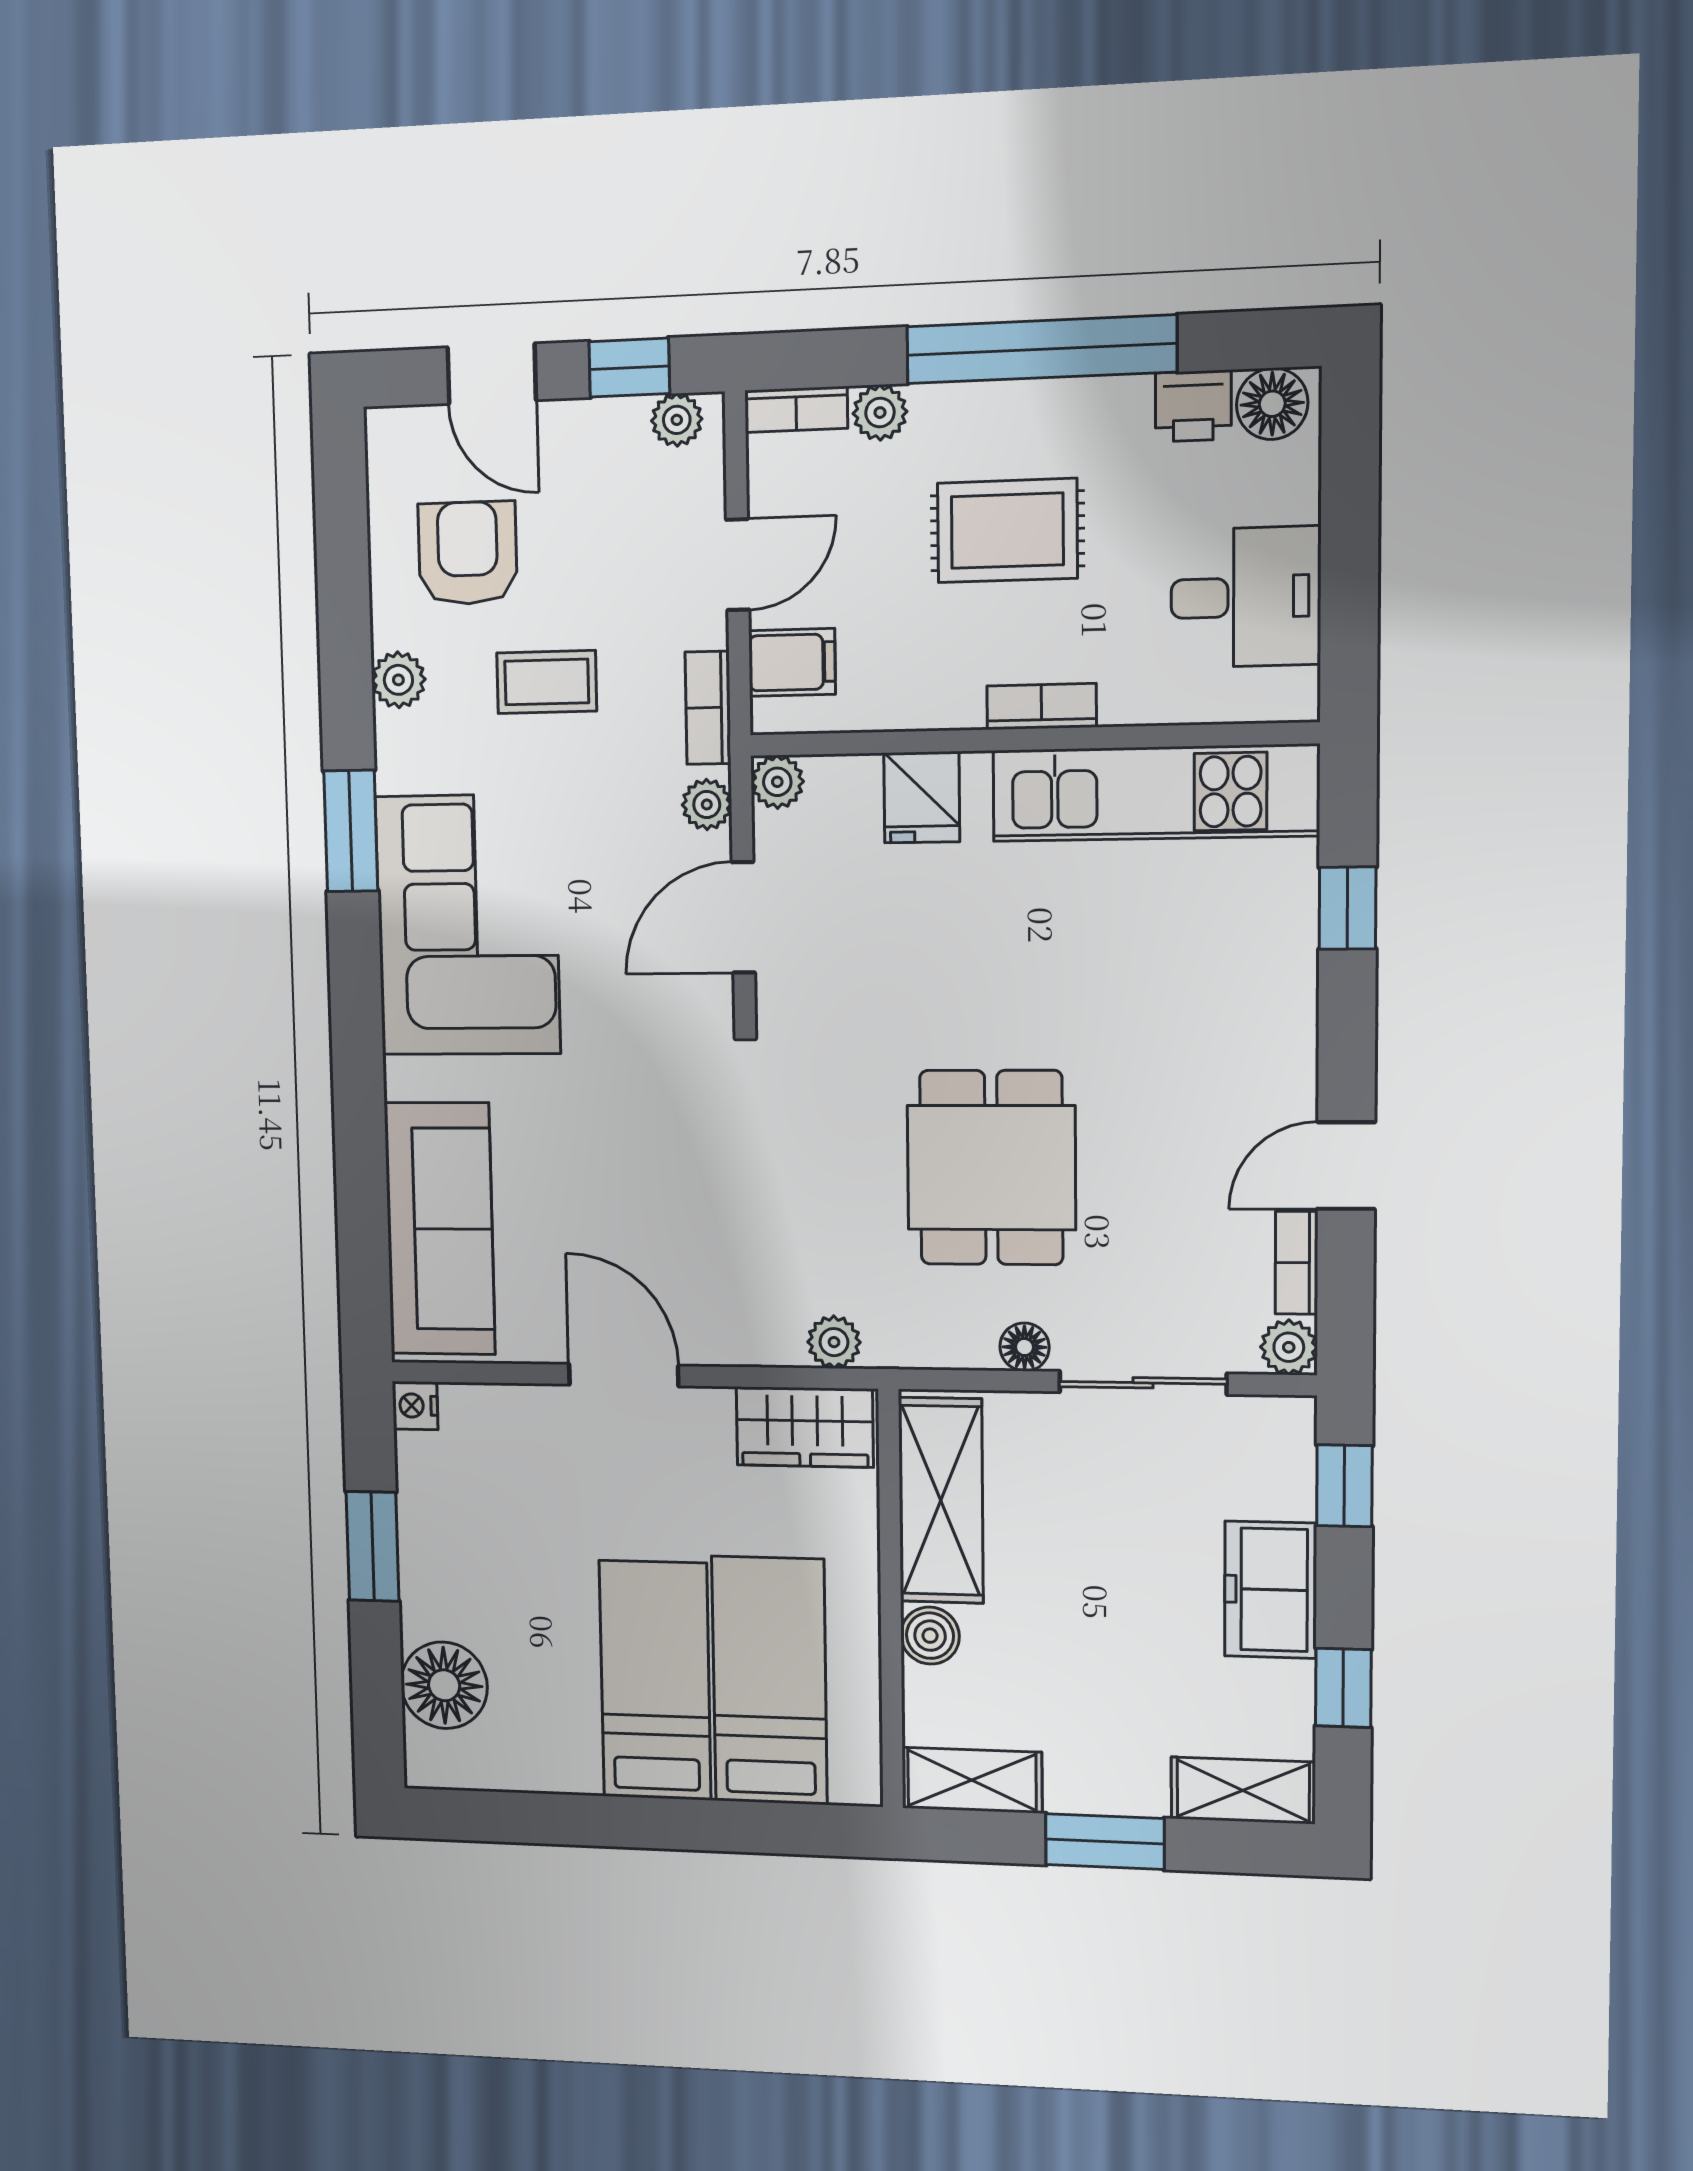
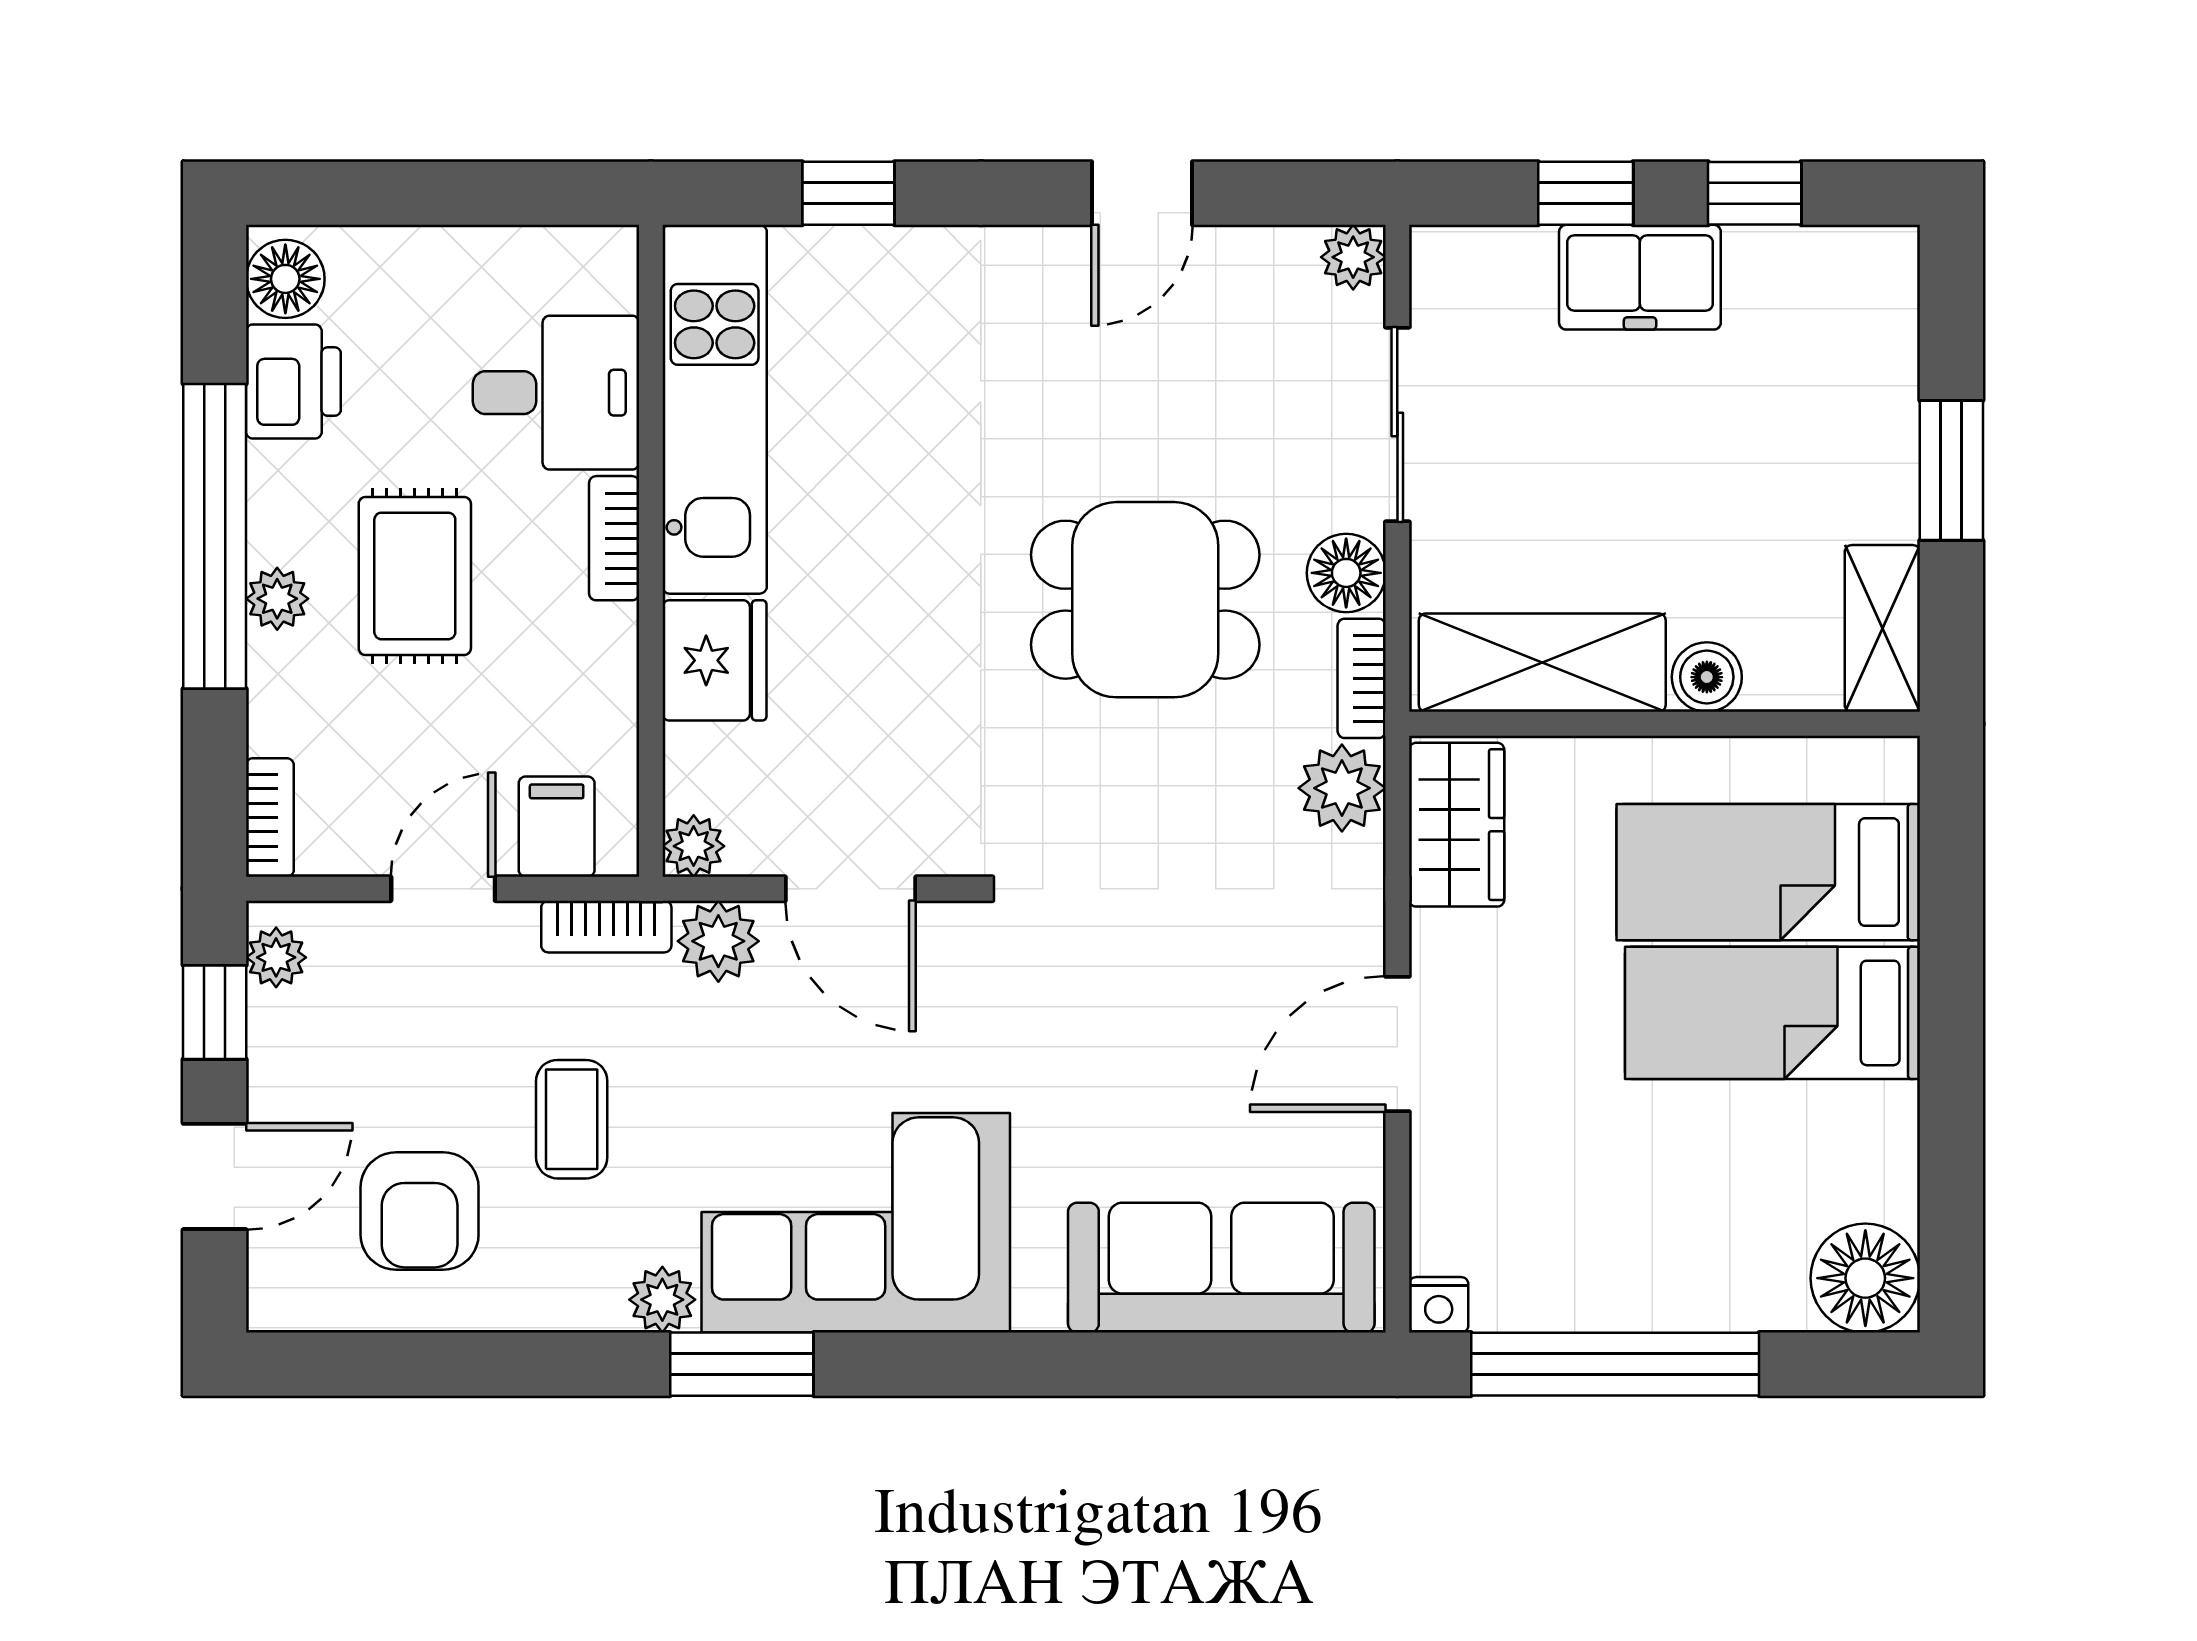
printer: (1193, 406) -> (293, 382), width x1.36, depth x1.24
plant: (880, 413) -> (277, 599), moved
armchair: (468, 553) -> (420, 1211), turned -90
door: (738, 565) -> (443, 889), hinge flipped
desk: (1246, 597) -> (556, 393), moved, turned 90
plant: (398, 680) -> (662, 1300), moved
fridge: (922, 797) -> (715, 660), width x1.38
plant: (707, 804) -> (718, 941), width x1.38, depth x1.38
door: (1346, 1166) -> (1142, 193), hinge flipped
bookcase: (1297, 1263) -> (1362, 678), moved, turned 90
plant: (834, 1342) -> (1342, 788), width x1.38, depth x1.38
floor lamp: (1025, 1347) -> (1346, 573), width x1.37, depth x1.37
window: (1344, 1486) -> (1586, 193), moved
window: (373, 1546) -> (1615, 1364), width x2.11
floor lamp: (444, 1685) -> (1865, 1278), moved
shelving: (1243, 1790) -> (1882, 308), removed

